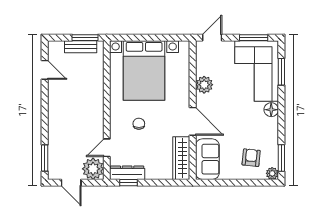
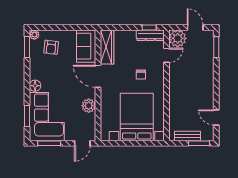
window: (85, 38) -> (199, 143), moved

